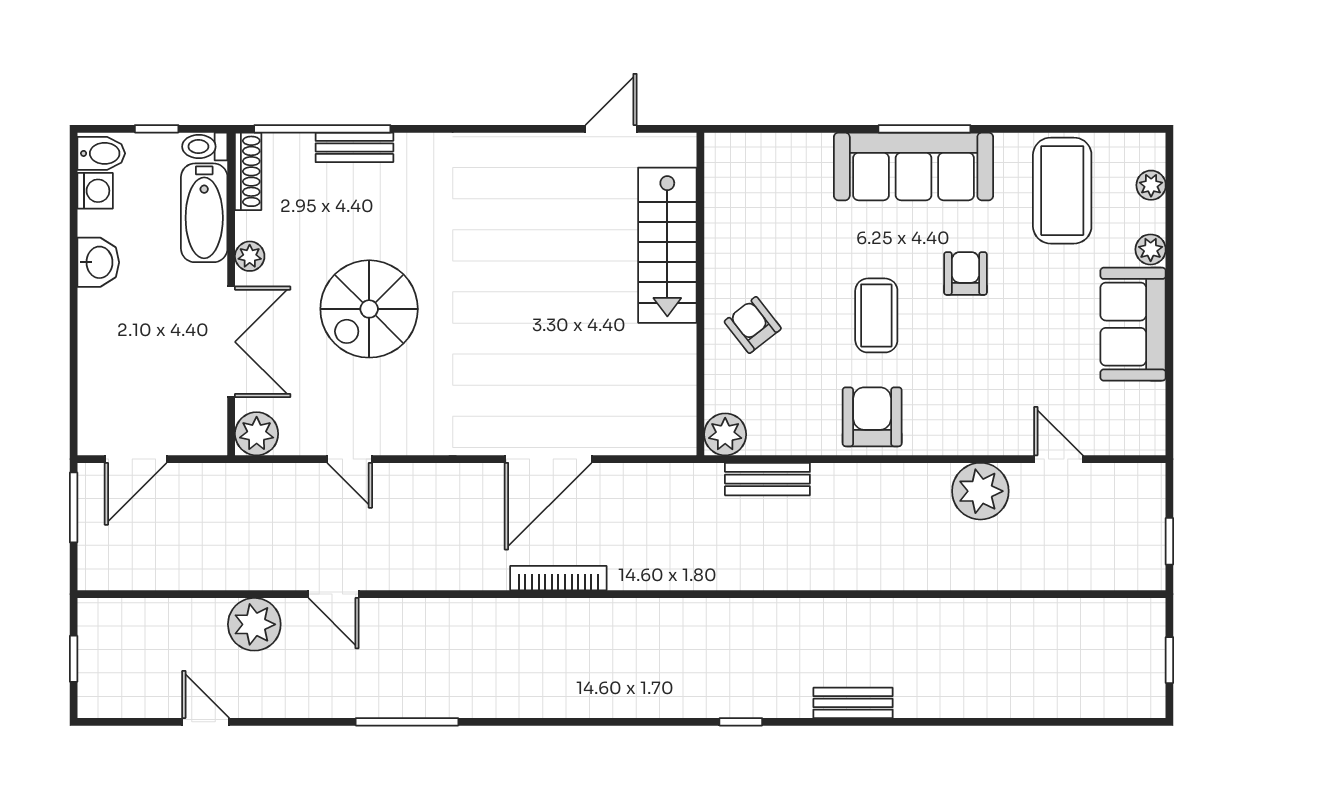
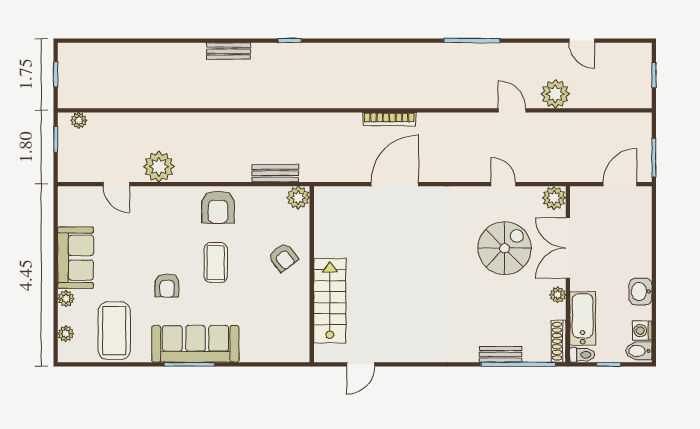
spiral stairs: (369, 309) -> (505, 248), moved
plant: (1127, 576) -> (79, 120), added

